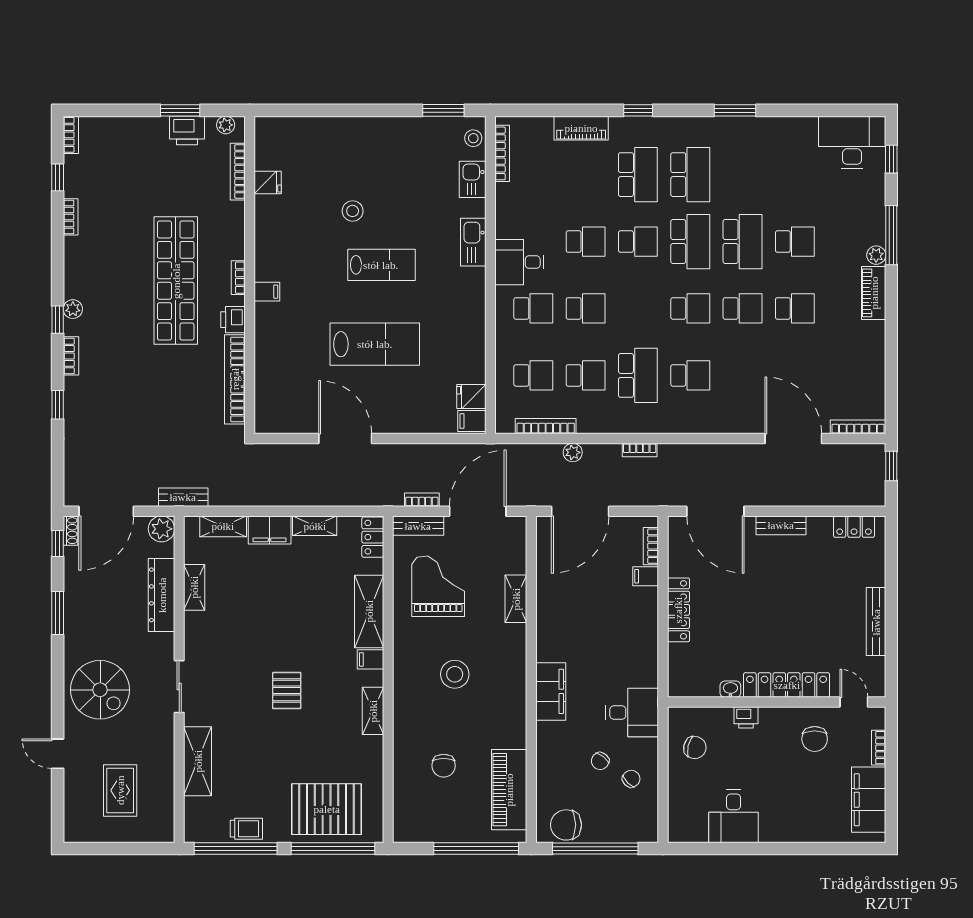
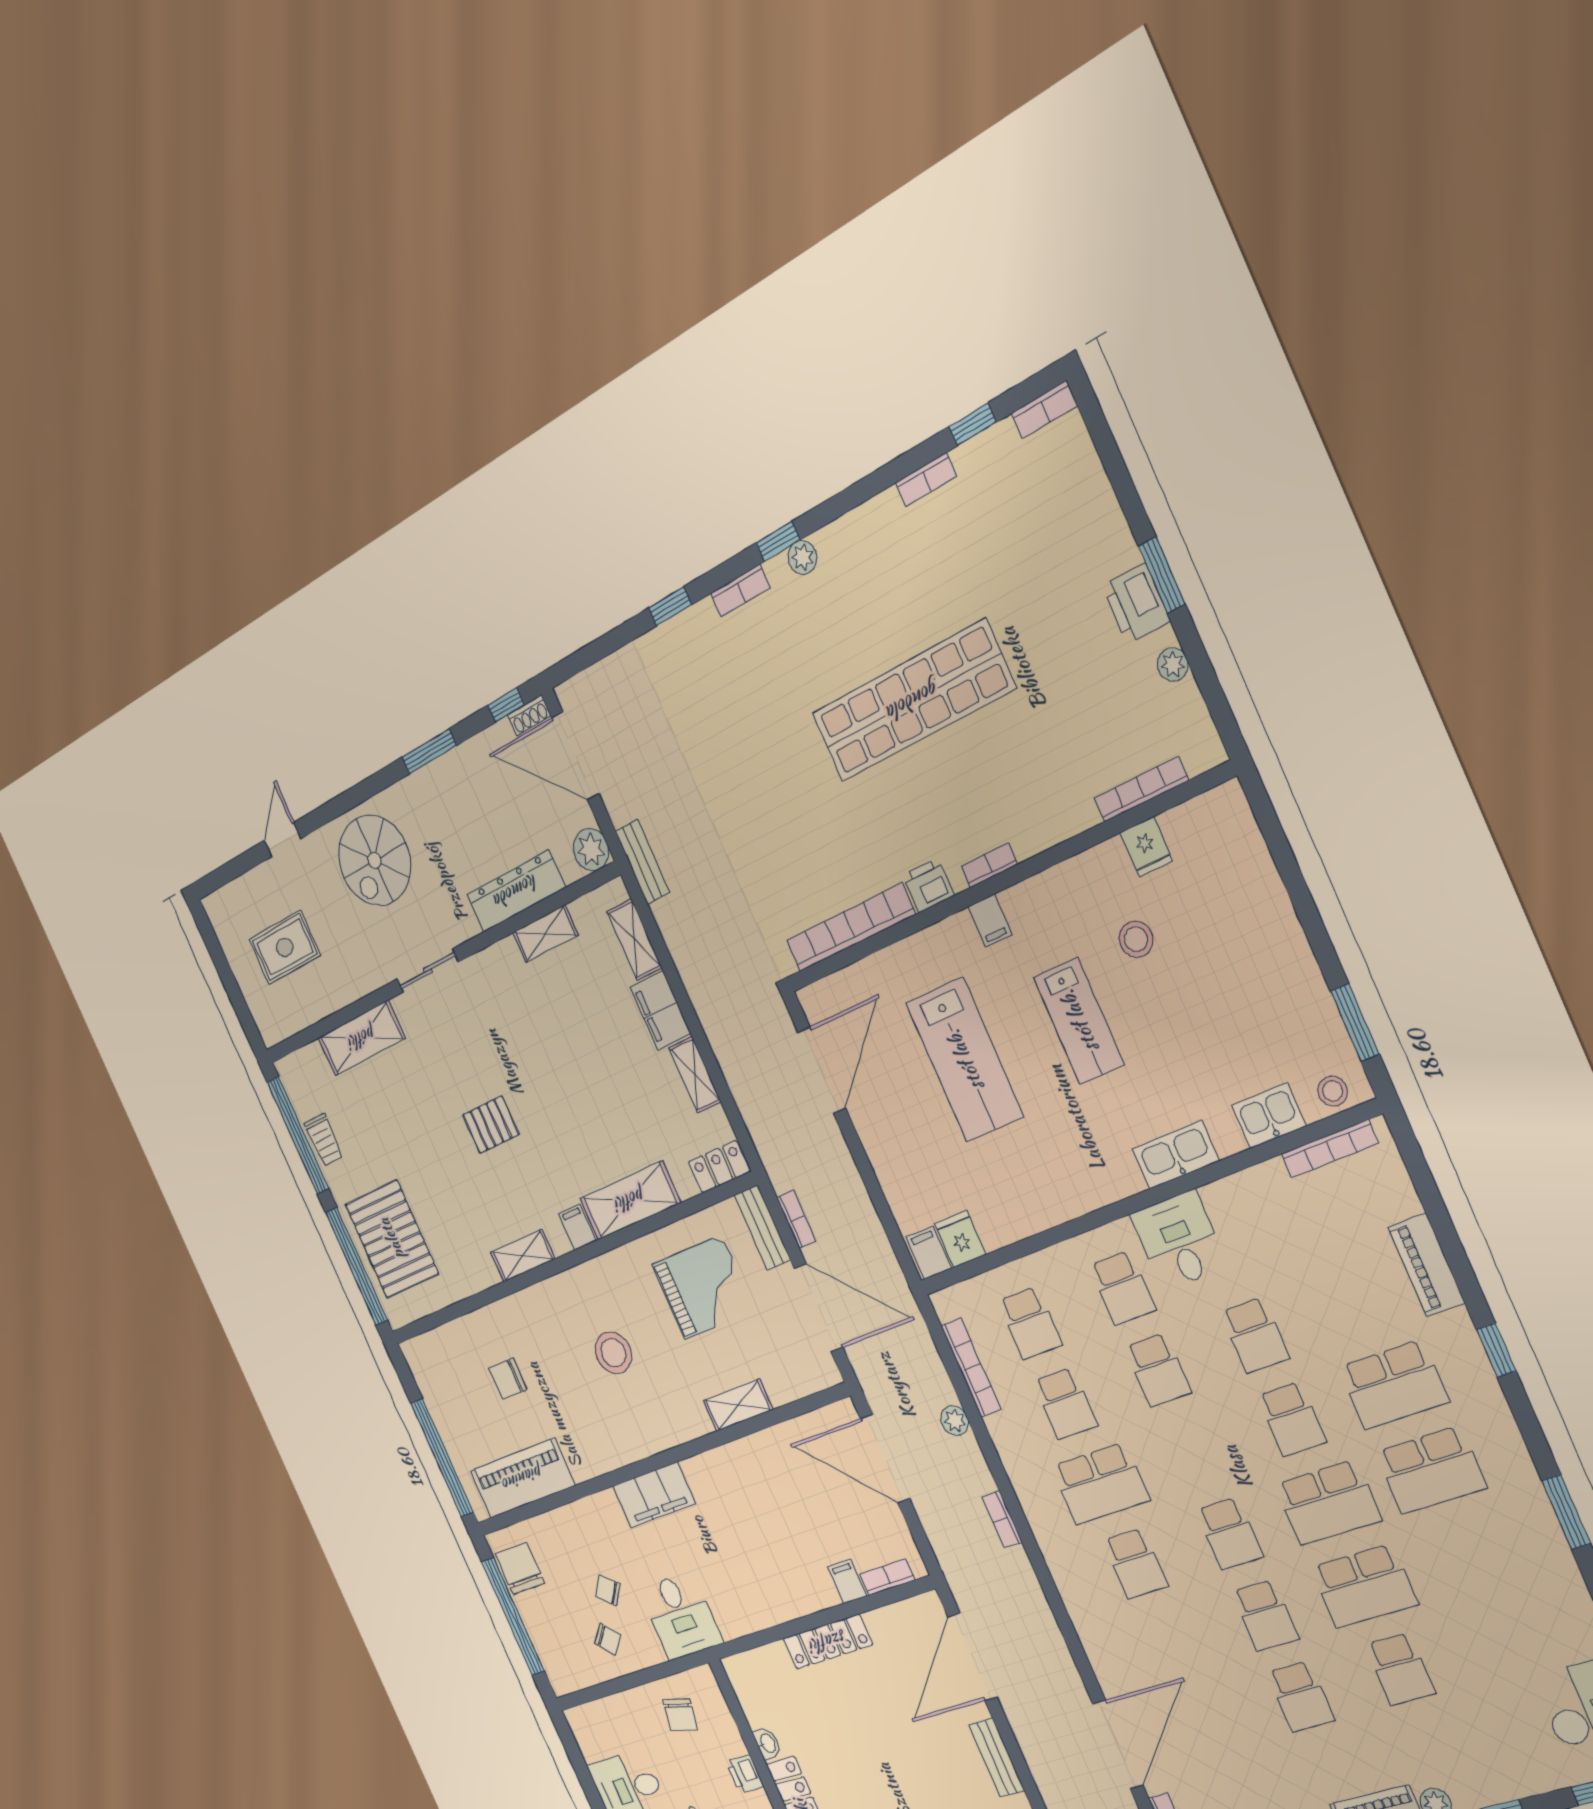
bookcase: (238, 172) -> (1141, 789), moved
fridge: (268, 183) -> (1146, 847), moved
wall: (250, 275) -> (1001, 882), moved
bookcase: (238, 278) -> (989, 865), moved
filing cabinet: (267, 292) -> (990, 921), moved
printer: (233, 320) -> (928, 885), moved
bookcase: (235, 379) -> (851, 928), moved

